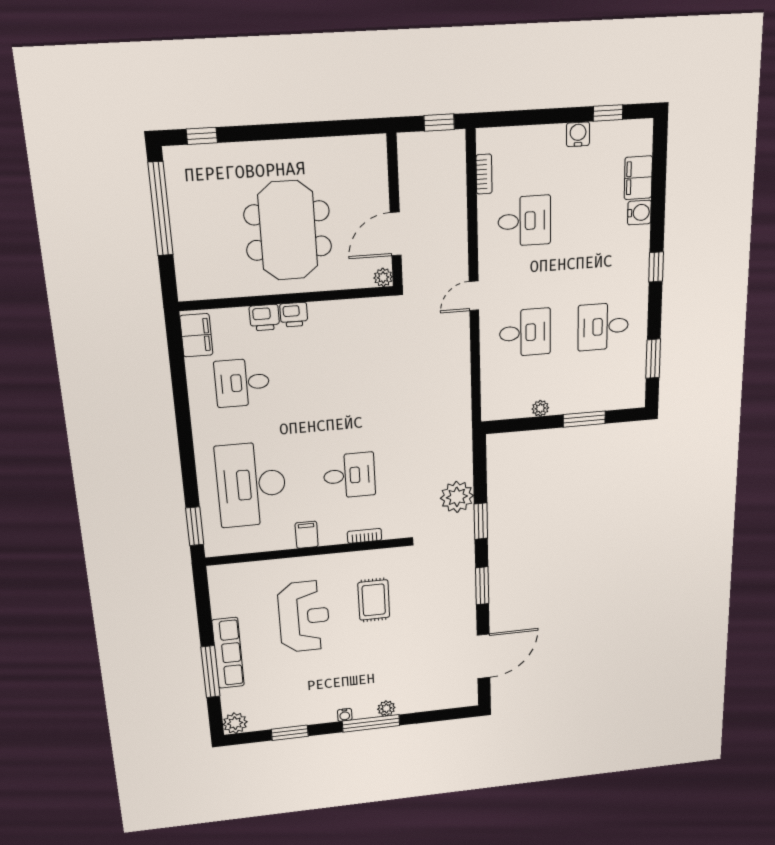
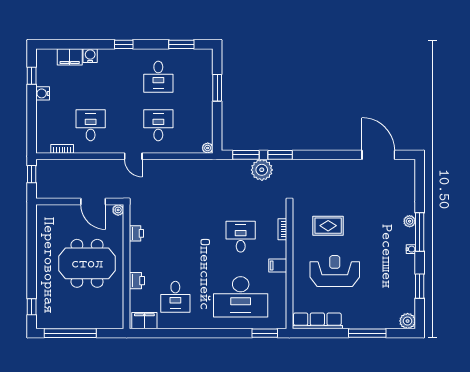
printer: (294, 315) -> (136, 233), moved
plant: (540, 408) -> (208, 148), moved
window: (482, 586) -> (246, 155), moved
row of seats: (228, 653) -> (317, 321), moved

